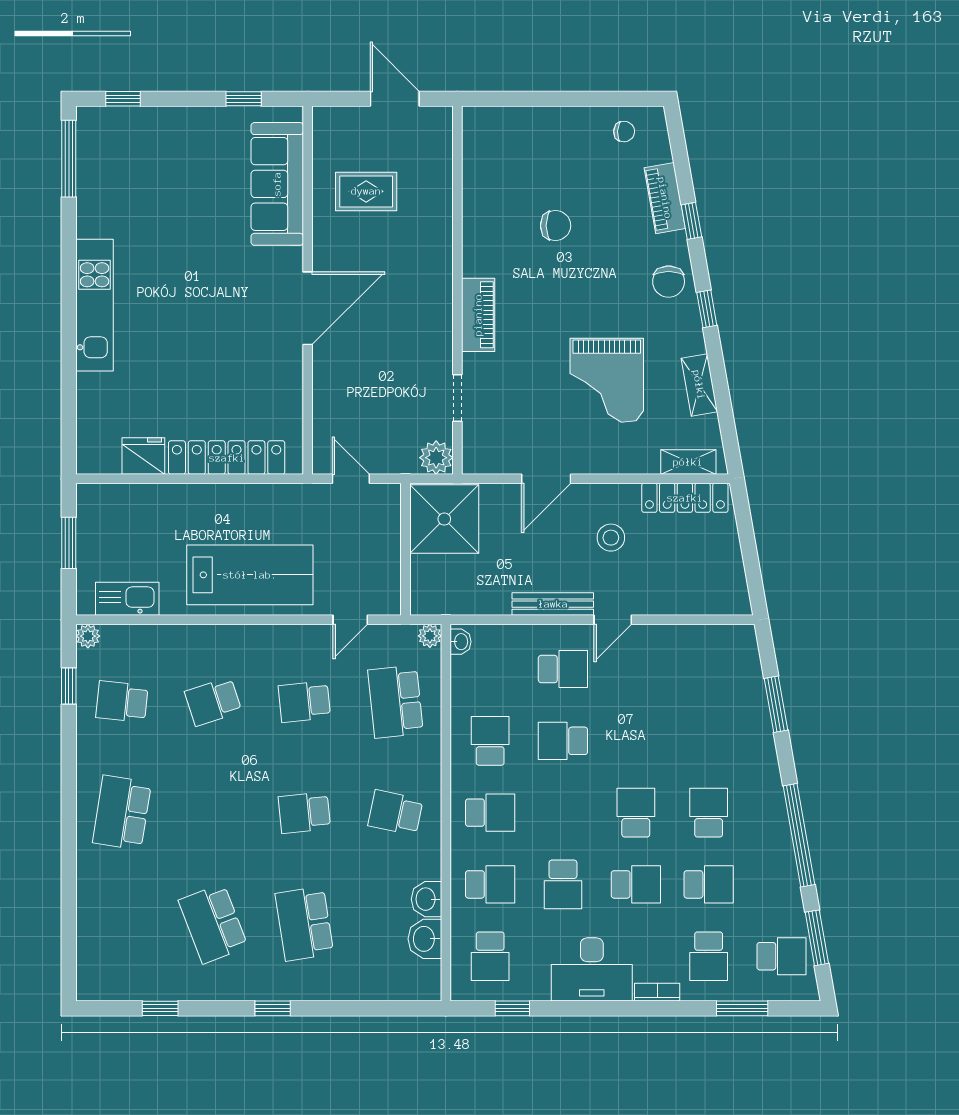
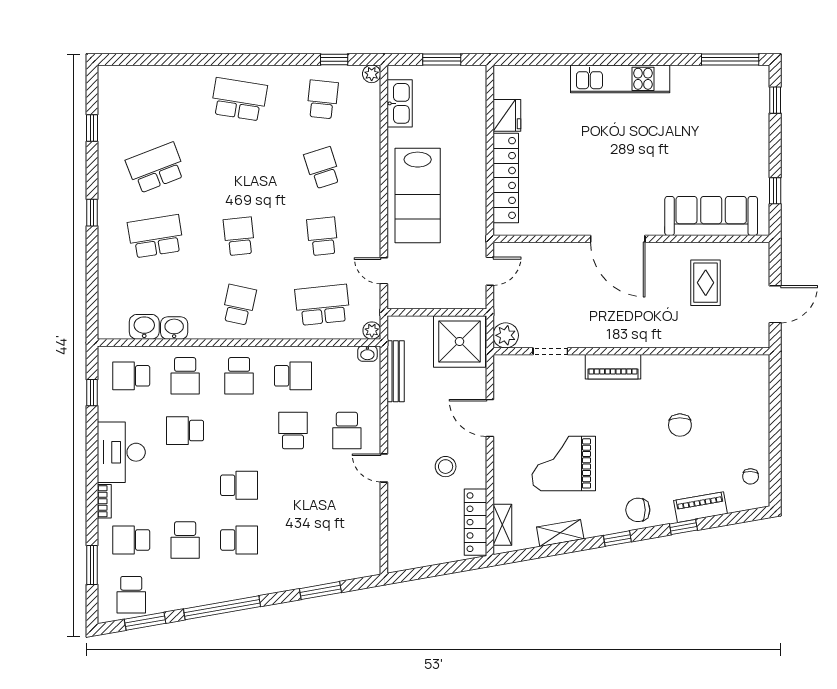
bench: (553, 604) -> (396, 371), moved
school desk: (636, 884) -> (185, 485), removed

